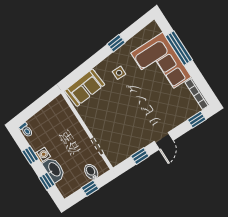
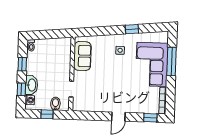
sofa: (85, 88) -> (82, 56), moved, turned -84
washing machine: (43, 155) -> (30, 100), moved
window: (140, 156) -> (95, 116), removed

